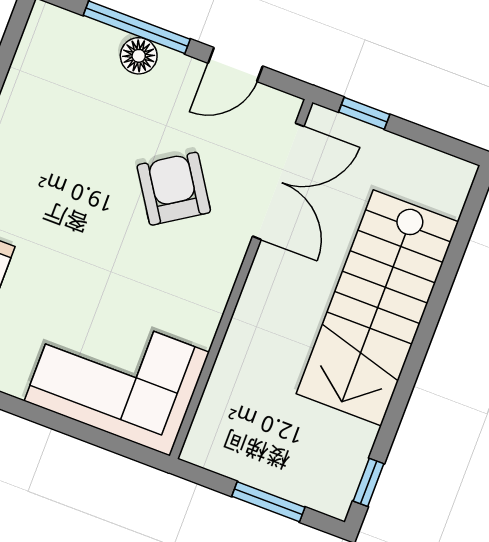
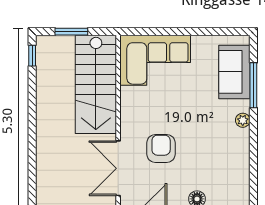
armchair: (174, 189) -> (161, 149), turned -147
stairs: (377, 308) -> (96, 84), moved, turned 180

